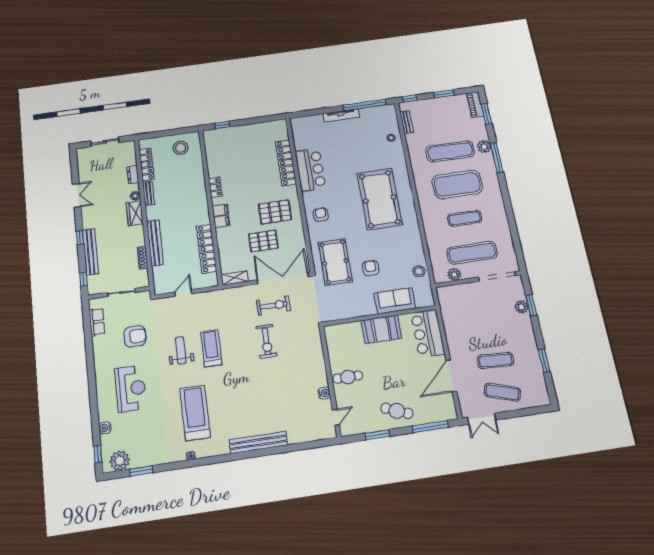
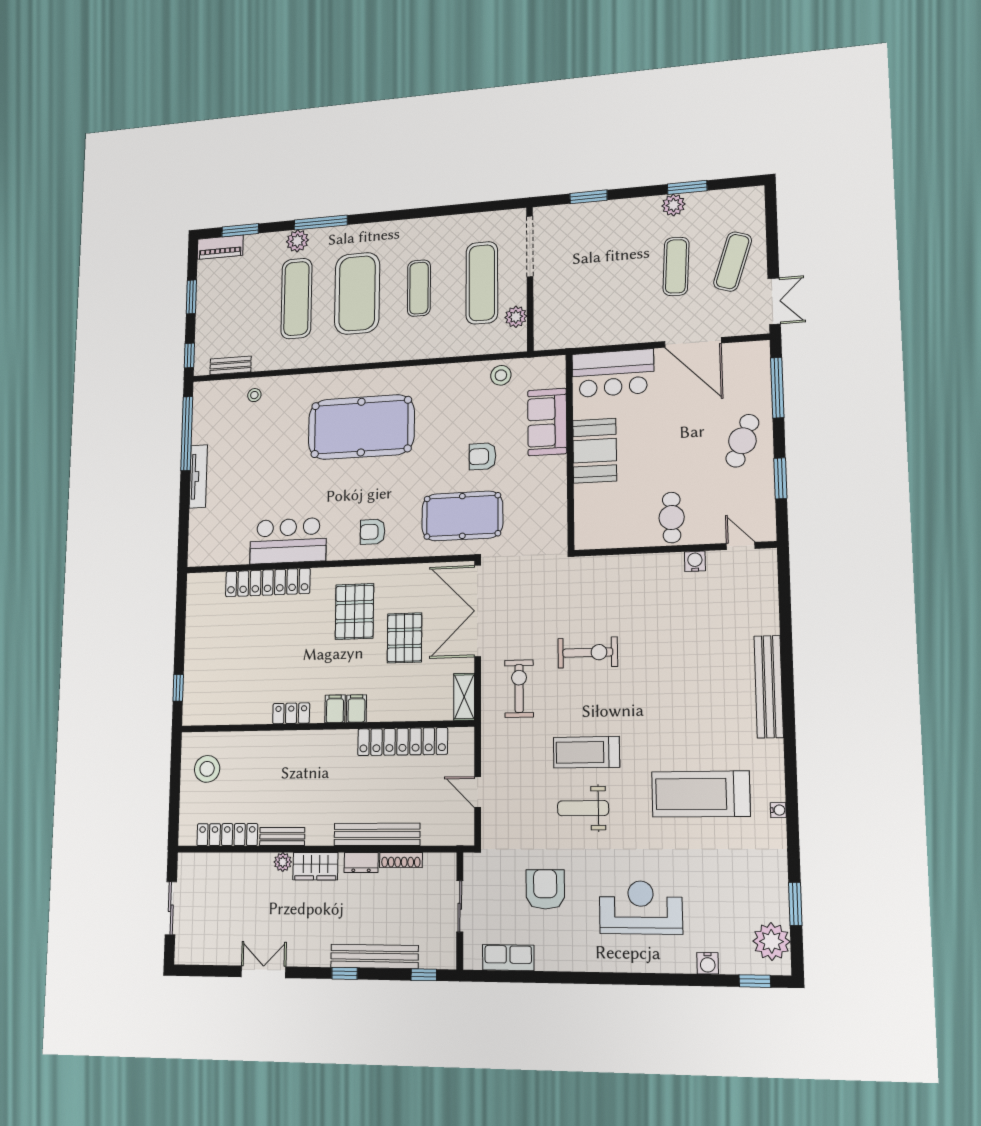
dresser: (133, 175) -> (361, 862), moved
exercise bike: (273, 305) -> (519, 689), moved
plant: (522, 307) -> (673, 205), moved

